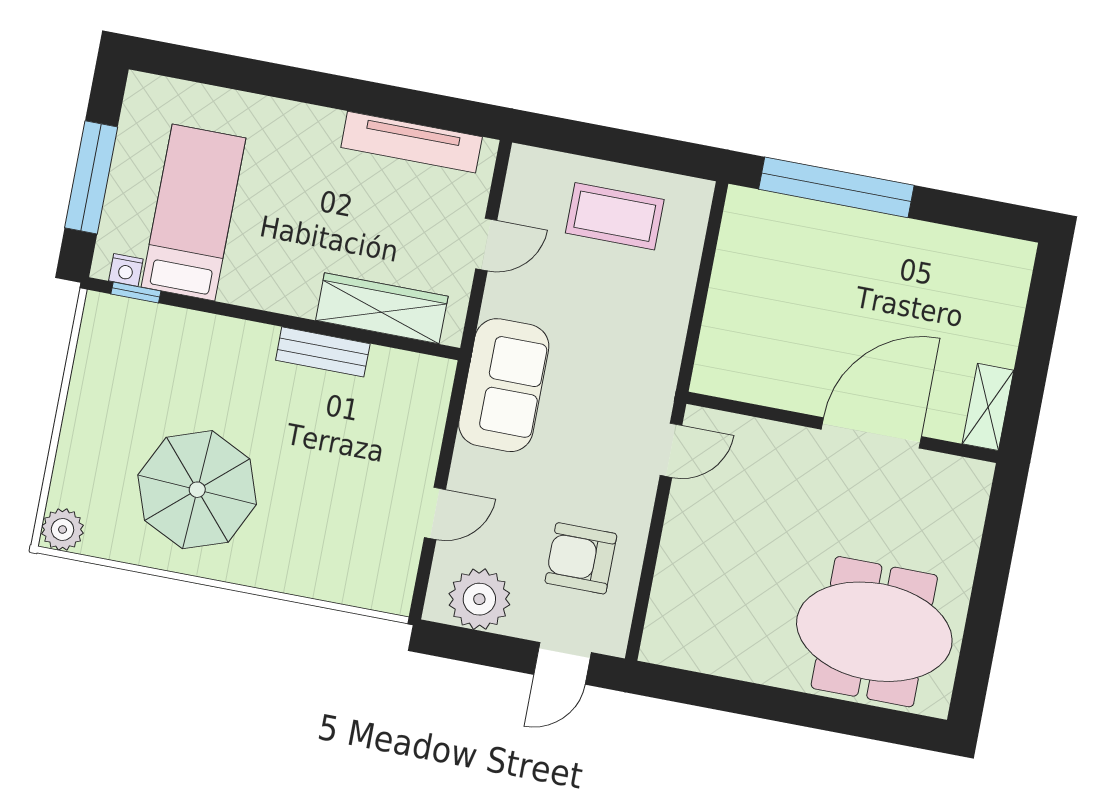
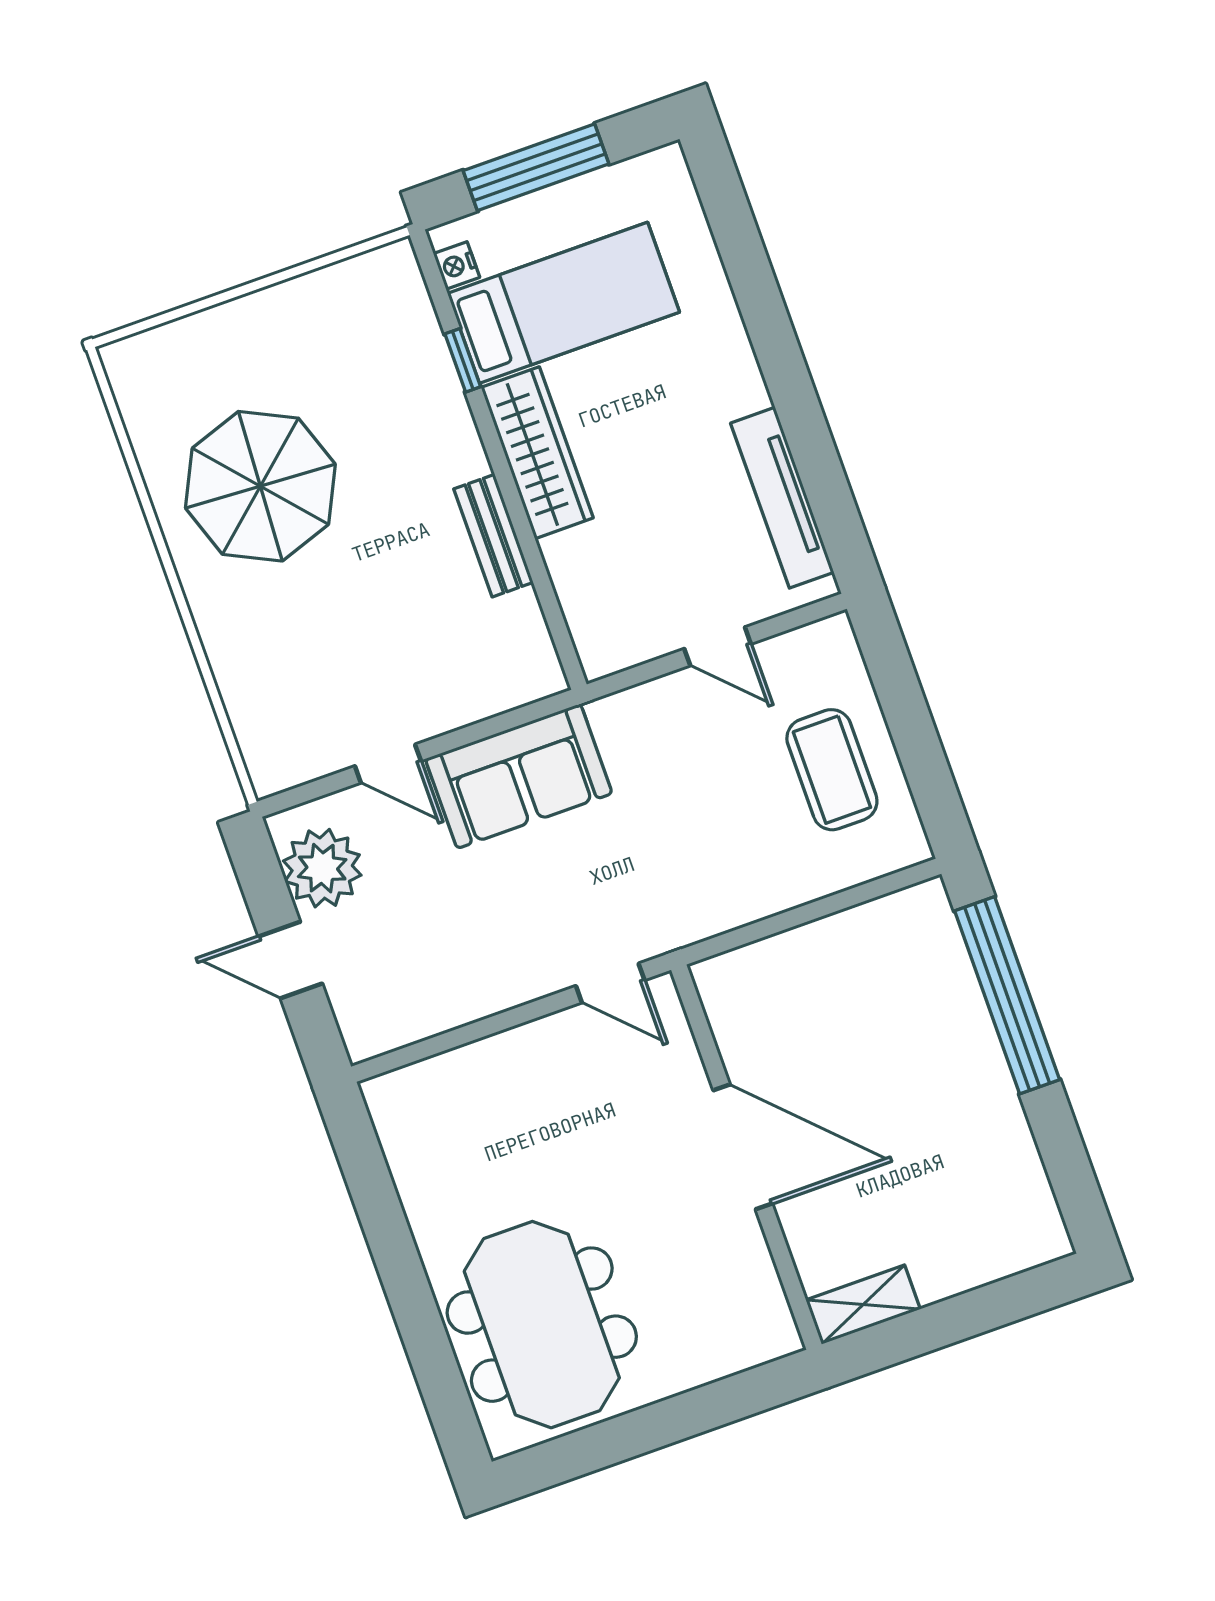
window: (136, 293) -> (463, 360), moved
wardrobe: (382, 308) -> (537, 453), moved
sofa: (504, 385) -> (519, 776), moved
door: (871, 433) -> (743, 1147), moved
plant: (63, 529) -> (129, 363), removed
armchair: (581, 558) -> (433, 954), removed
door: (562, 663) -> (290, 960), moved

